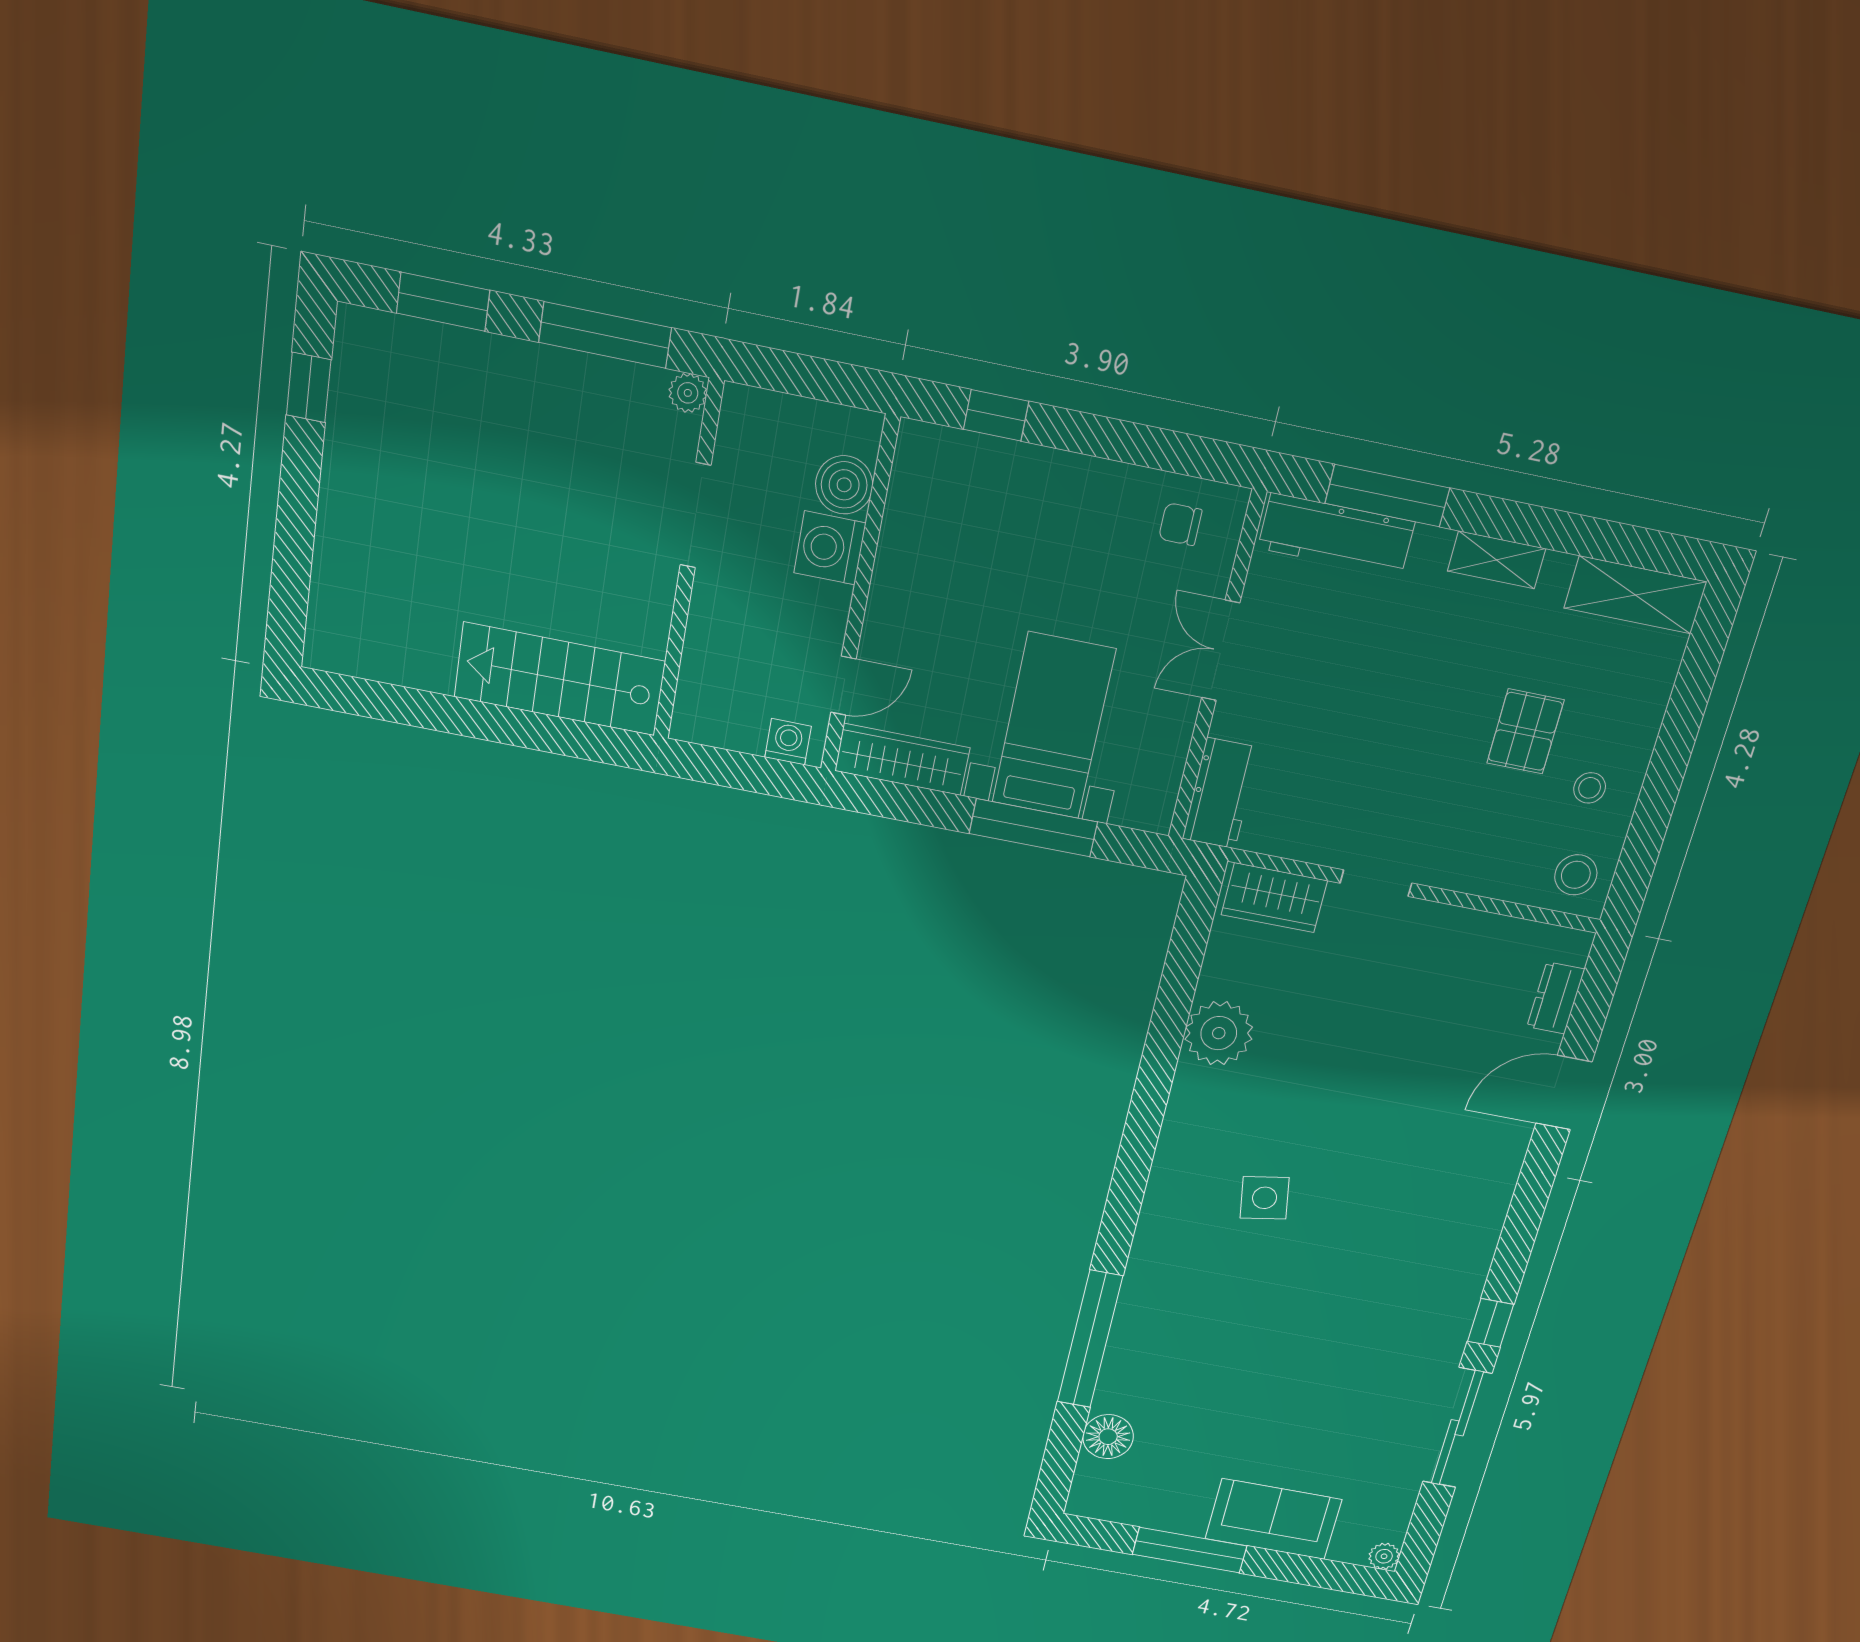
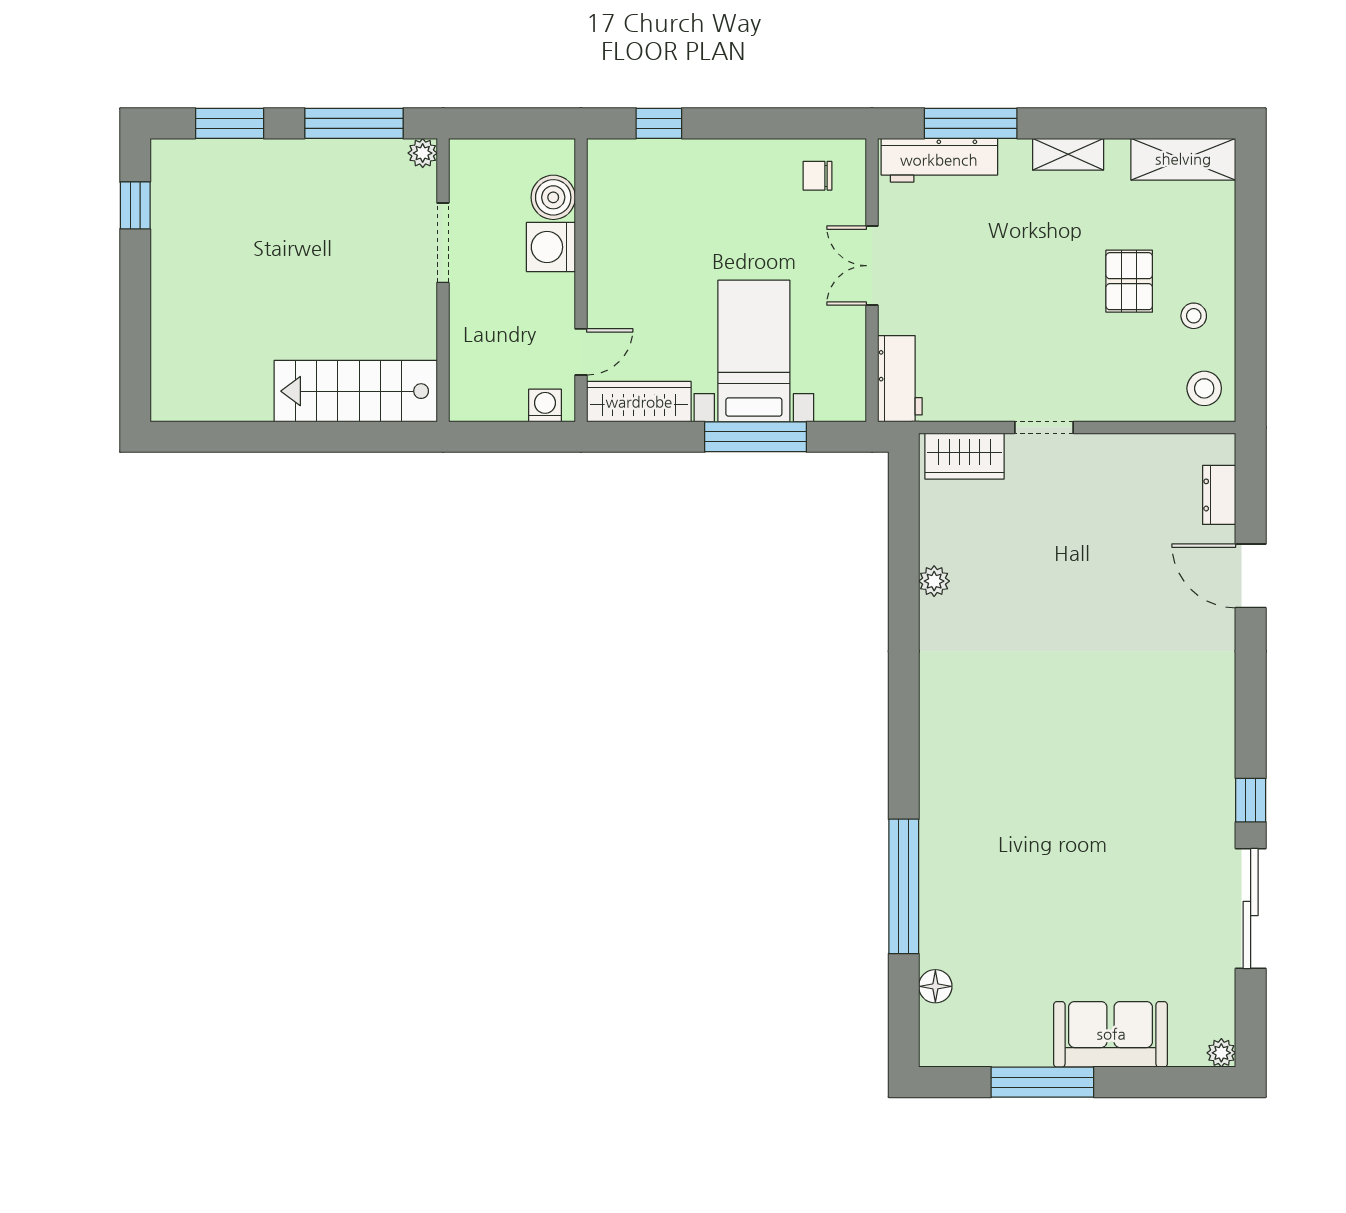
plant: (1219, 1033) -> (934, 581), width x0.53, depth x0.53
door: (1564, 1093) -> (1251, 576), hinge flipped
side table: (1265, 1198) -> (1023, 722), removed
floor lamp: (1108, 1437) -> (935, 986), width x0.73, depth x0.73

